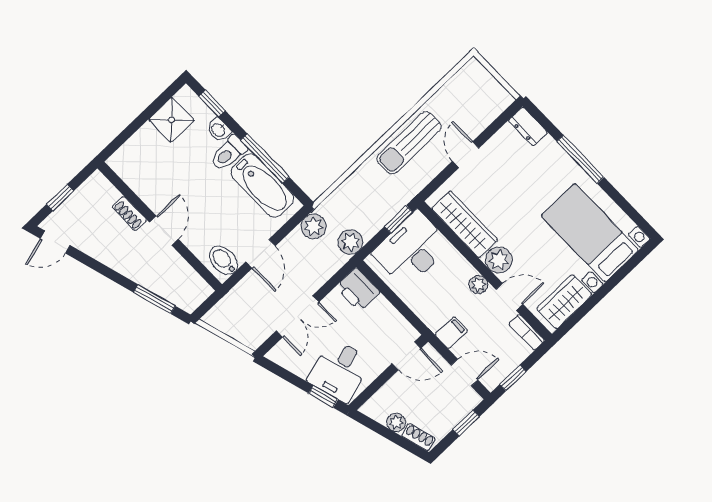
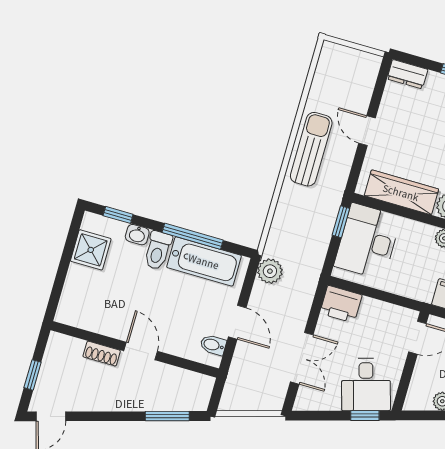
sun lounger: (409, 143) -> (311, 149), turned 180
plant: (350, 242) -> (310, 266), removed
bidet: (223, 260) -> (213, 345), width x0.72, depth x0.74

